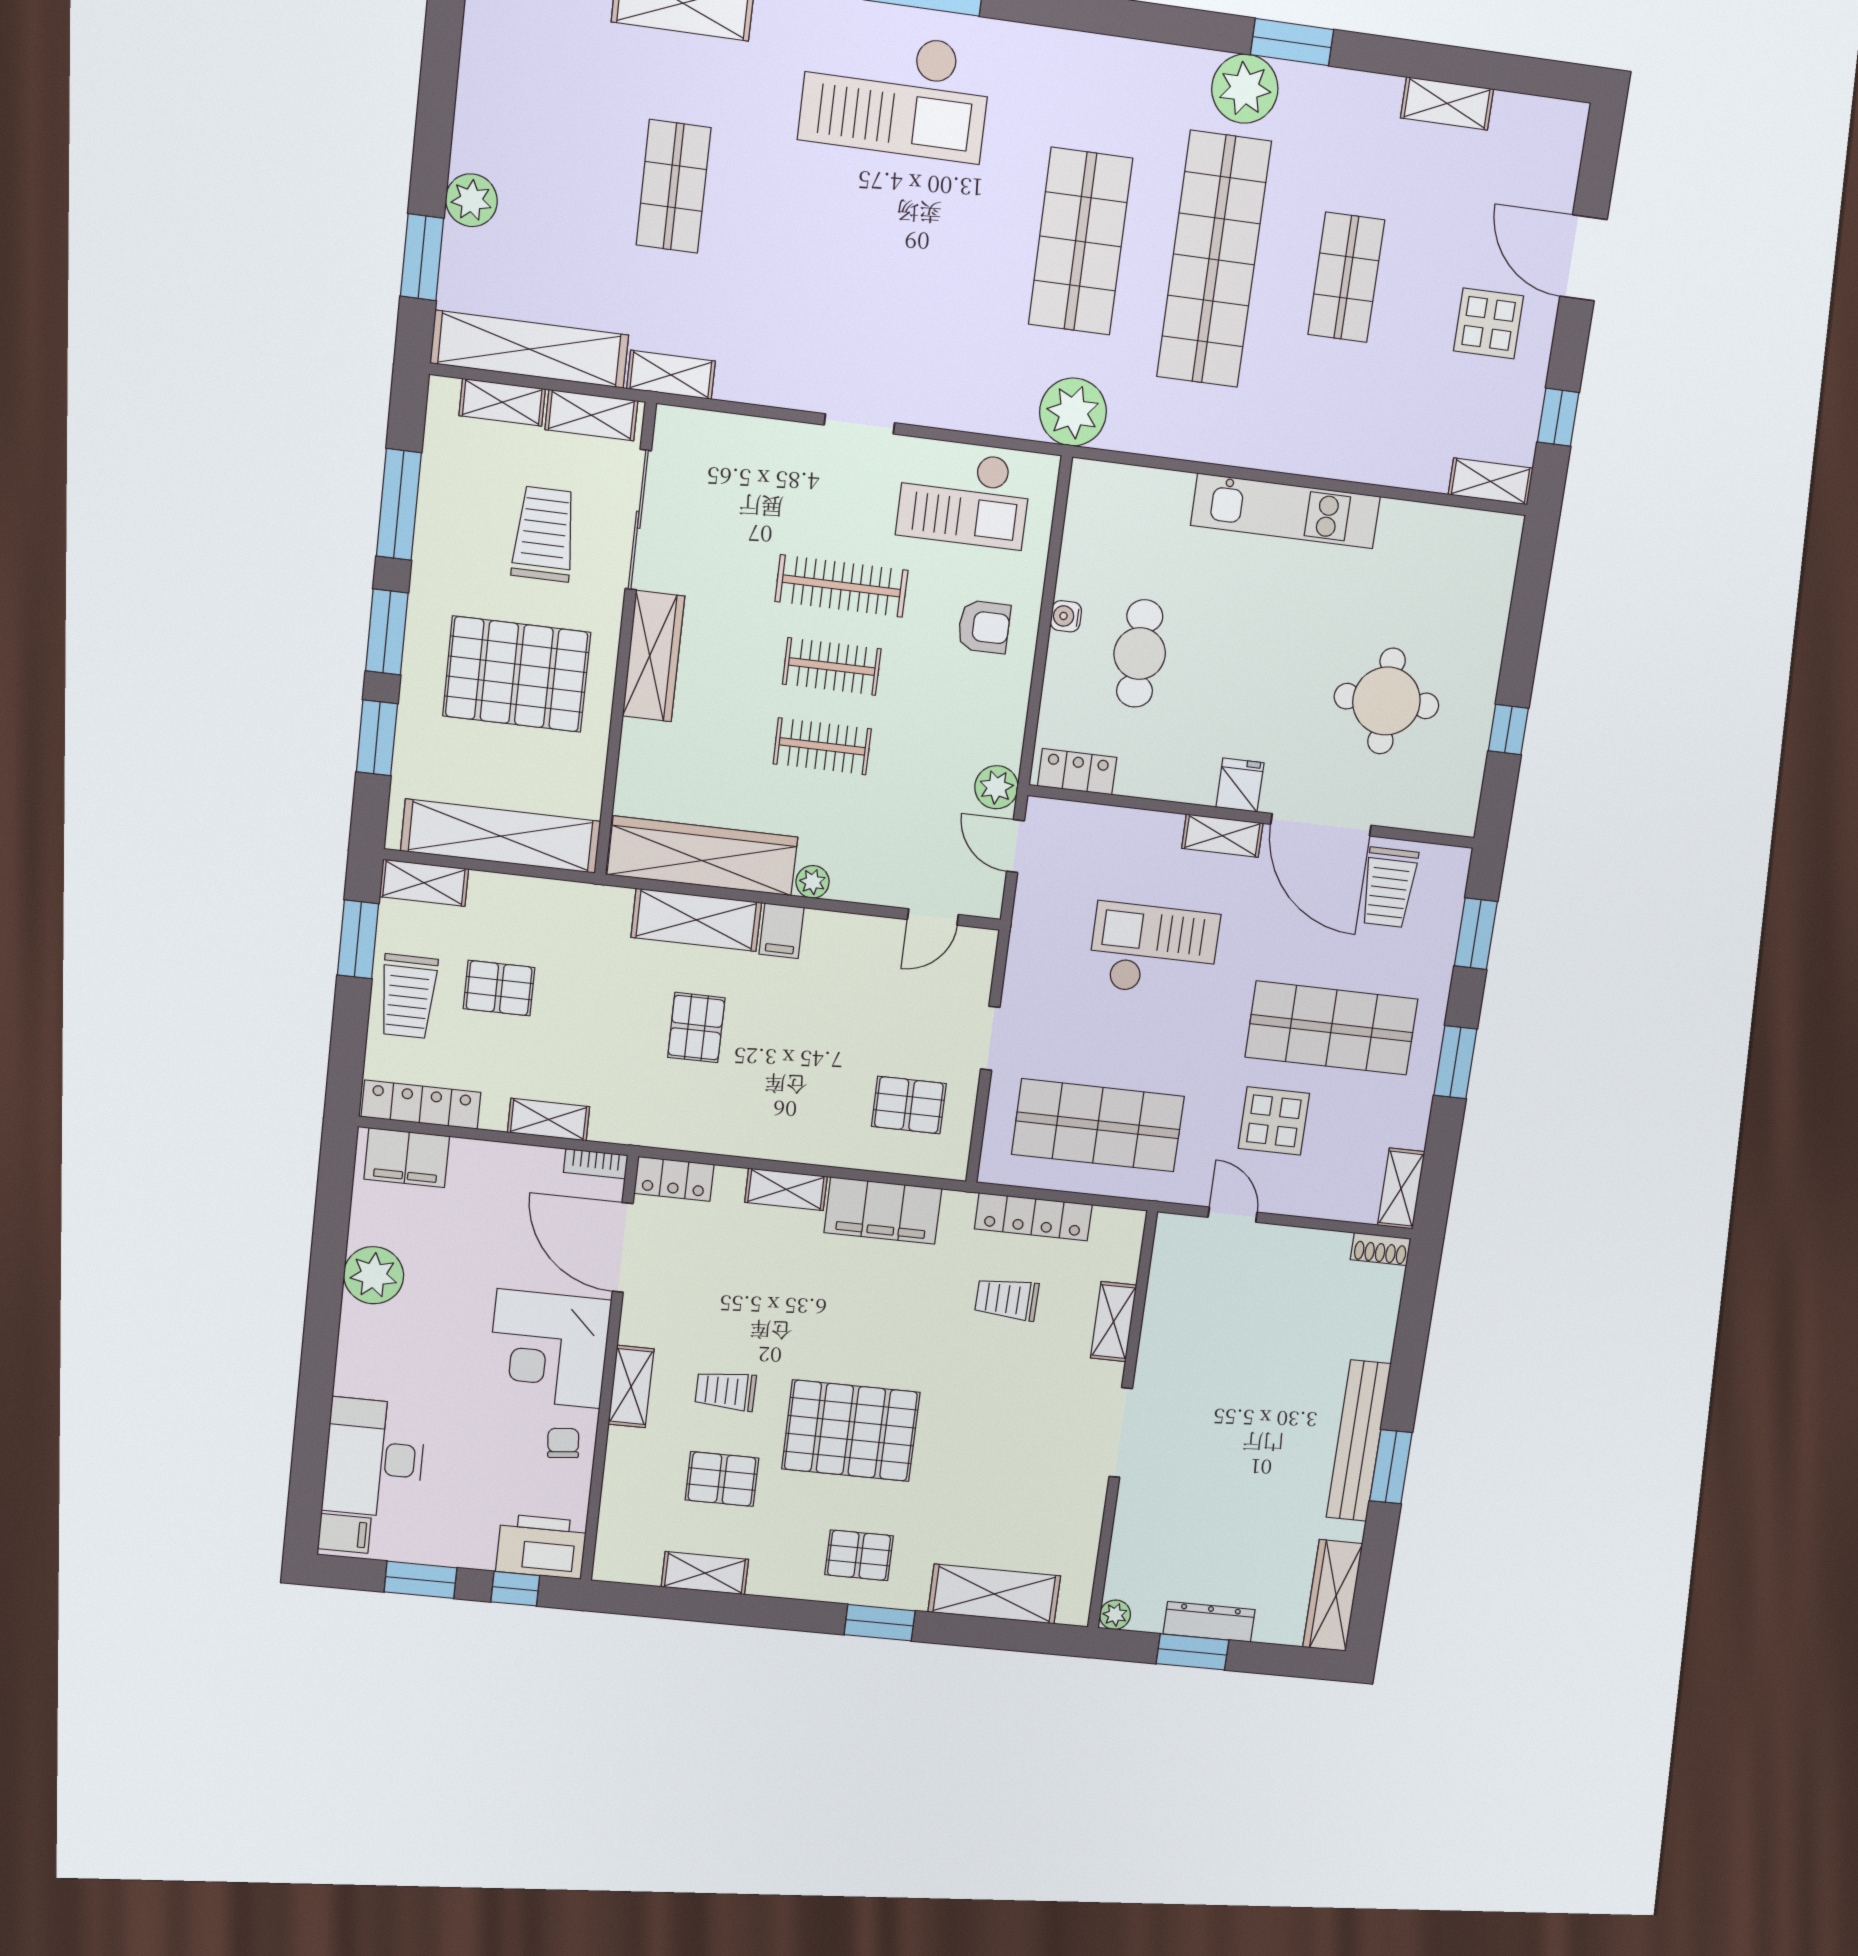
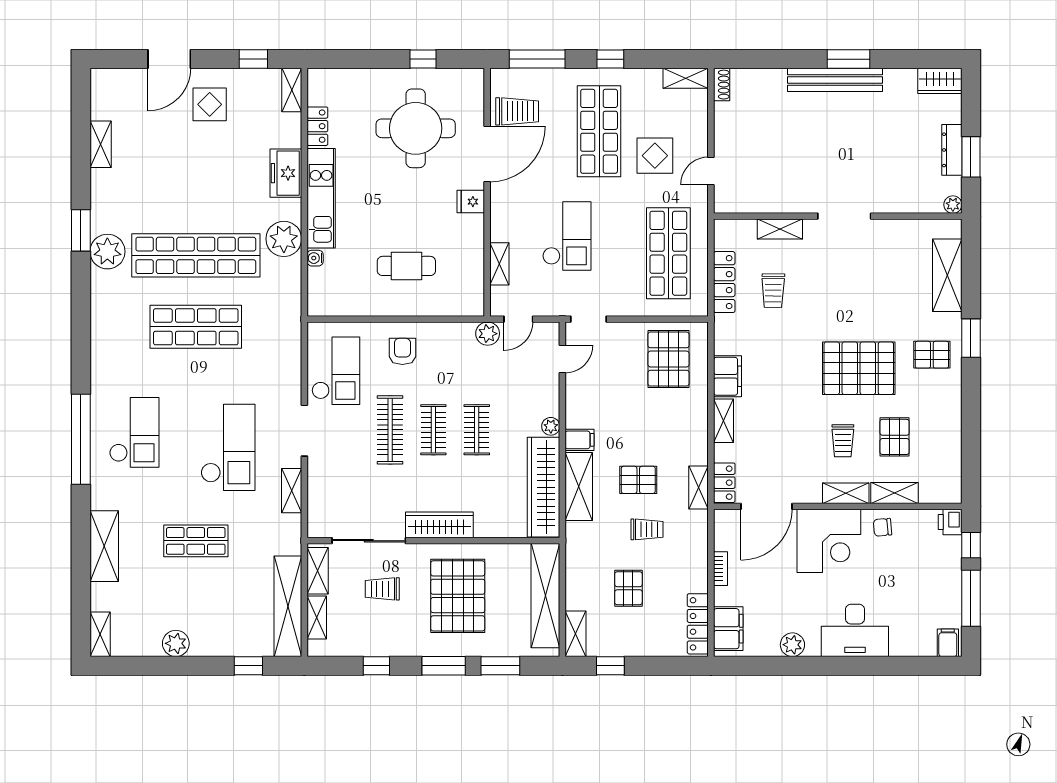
checkout: (895, 94) -> (134, 432), width x0.73, depth x0.83
plant: (471, 200) -> (176, 643), moved
window: (422, 257) -> (248, 666), width x0.67
checkout: (845, 273) -> (228, 447), added
shop shelf: (1346, 277) -> (196, 184), removed
shelving: (671, 375) -> (292, 491), moved
plant: (1073, 412) -> (284, 239), moved
doorway: (859, 424) -> (304, 431), width x1.38
freezer: (1341, 451) -> (286, 173), added
window: (399, 505) -> (376, 666), width x0.46
trolley: (544, 534) -> (382, 589), width x0.73, depth x0.72
water cooler: (1066, 616) -> (315, 258), moved, turned 90
round table: (1386, 701) -> (416, 128), width x1.36, depth x1.36
locker: (1077, 772) -> (317, 126), moved, turned 180
shelving: (1222, 836) -> (499, 264), moved
door: (933, 917) -> (562, 359), hinge flipped
window: (1476, 934) -> (537, 59), width x1.44
window: (358, 939) -> (610, 666), width x0.67
checkout: (1154, 950) -> (567, 236), turned 180
trolley: (408, 996) -> (647, 529), moved, width x0.73, depth x0.72
doorway: (990, 1038) -> (589, 319), moved
window: (1455, 1062) -> (610, 59), width x0.67
pallet: (909, 1105) -> (668, 359), width x1.50, depth x1.42
shelving: (549, 1120) -> (699, 488), moved
bookcase: (596, 1164) -> (721, 569), moved
filing cabinet: (883, 1211) -> (728, 376), width x0.67, depth x0.86
plant: (374, 1275) -> (792, 645), width x0.73, depth x0.73
pallet: (851, 1431) -> (859, 368), turned 90
desk: (374, 1458) -> (855, 630), moved
printer: (541, 1547) -> (950, 522), width x0.53, depth x0.68
pallet: (859, 1555) -> (932, 355), turned 90
shelving: (705, 1573) -> (894, 493), moved, turned 90
window: (420, 1580) -> (971, 598), width x1.44
wardrobe: (1333, 1595) -> (940, 81), width x0.67

